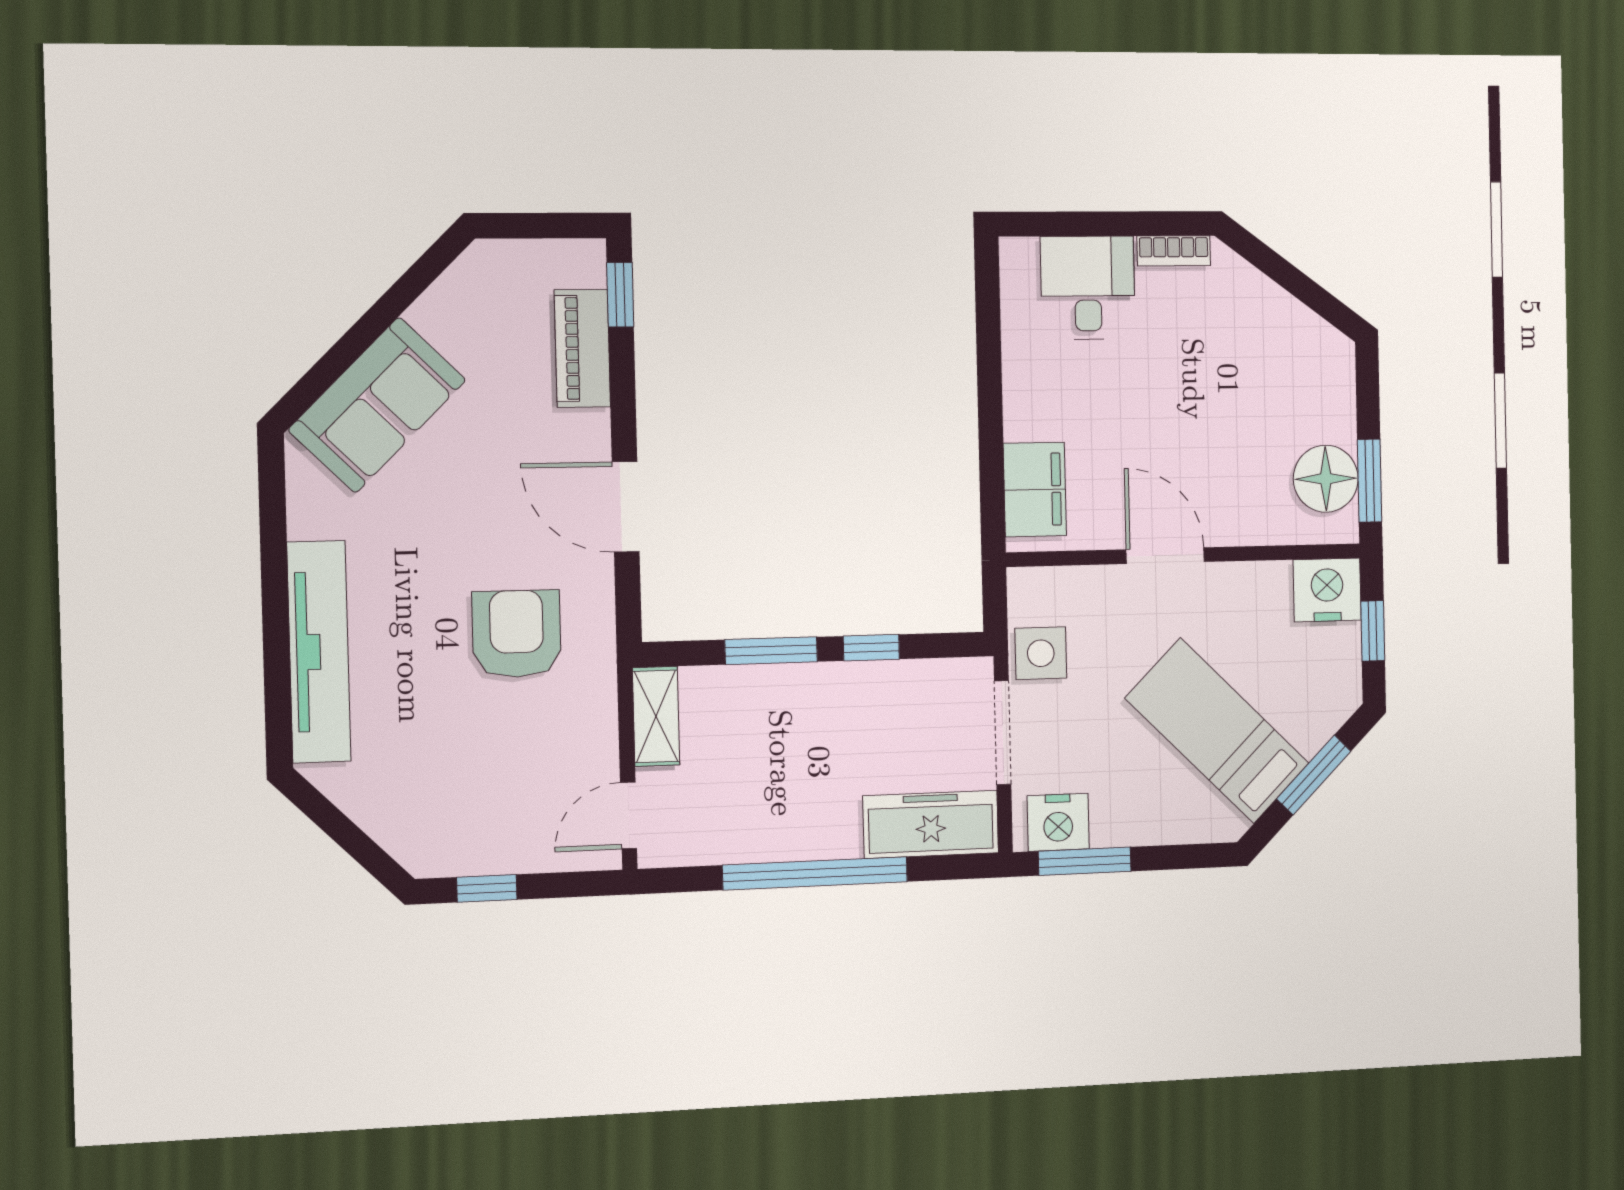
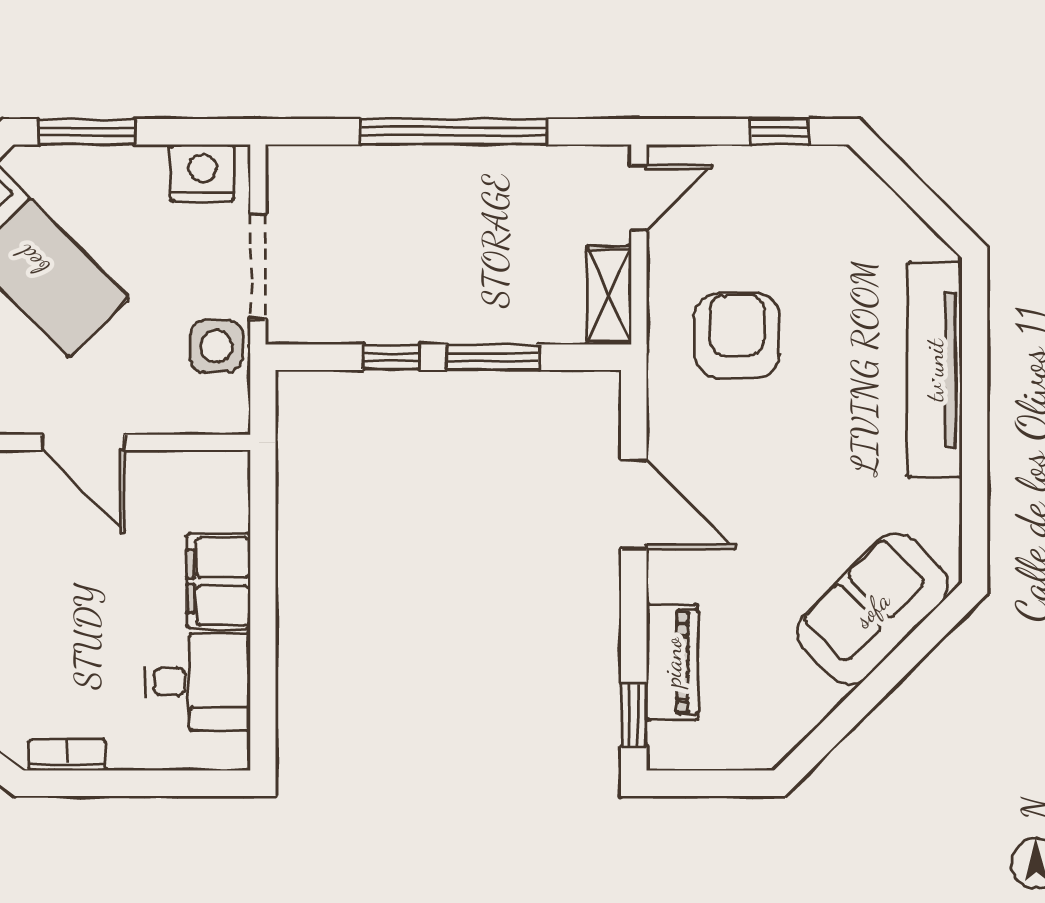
desk: (1088, 288) -> (198, 682), moved, turned -90
filing cabinet: (1035, 489) -> (219, 581), moved
armchair: (517, 634) -> (737, 336), moved, turned 180
freezer: (931, 824) -> (334, 176), removed
window: (1085, 861) -> (87, 132), moved

